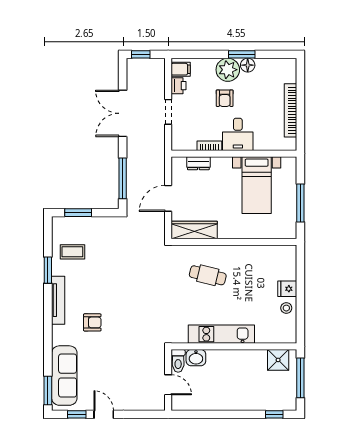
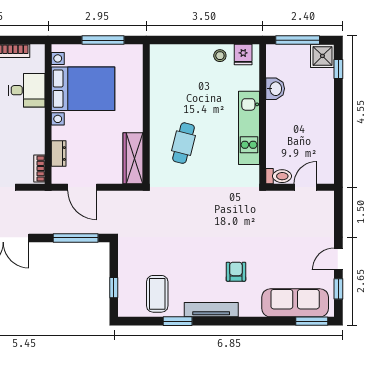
desk: (238, 134) -> (27, 90), moved
bookcase: (209, 146) -> (39, 169), moved
bed with nightstands: (257, 185) -> (83, 89), width x1.36
door: (168, 198) -> (82, 187), moved
window: (78, 213) -> (114, 288), width x0.67
coffee table: (72, 252) -> (157, 294), width x1.36, depth x1.30
fridge: (287, 289) -> (243, 55), moved
washbasin: (196, 358) -> (275, 89), moved
shower: (278, 360) -> (322, 56), moved

